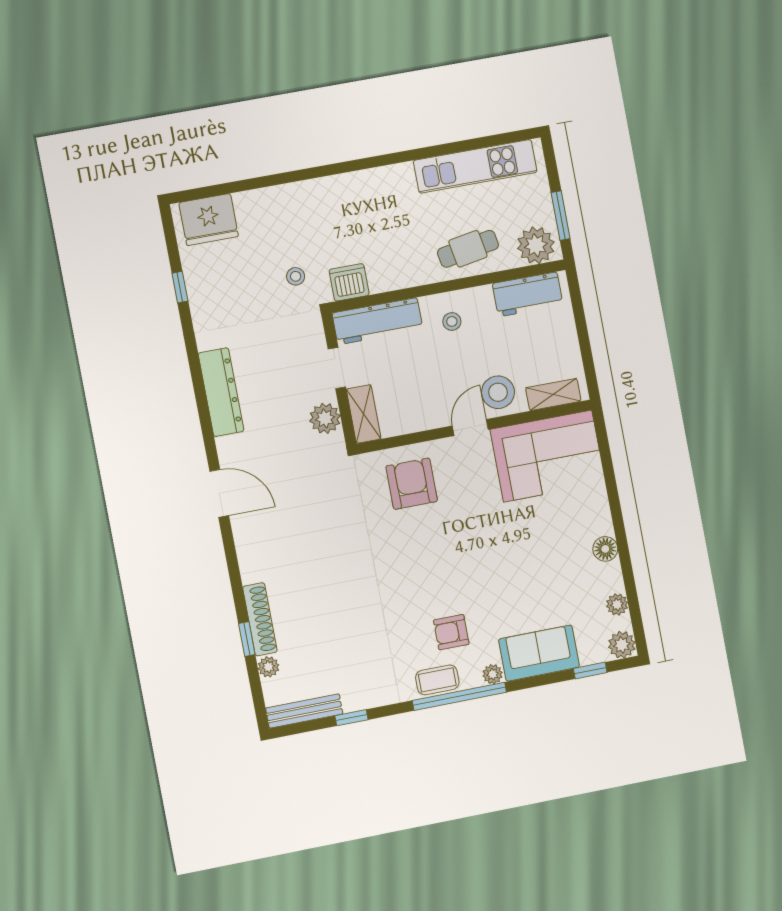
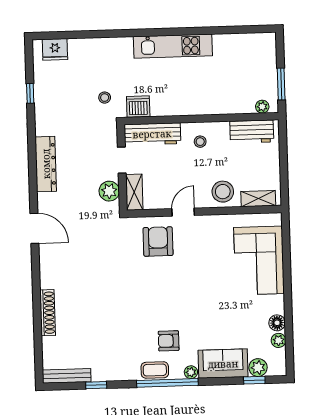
kitchen unit: (475, 166) -> (173, 46), moved
fridge: (209, 220) -> (55, 49), width x0.73, depth x0.75
plant: (536, 245) -> (262, 107), width x0.53, depth x0.53
cafe table: (468, 249) -> (218, 97), removed
door: (470, 428) -> (183, 212), moved
corner sofa: (548, 456) -> (259, 260), moved, turned 90
floor lamp: (605, 549) -> (277, 323), moved
window: (247, 639) -> (37, 324), removed
plant: (622, 645) -> (258, 368), moved
plant: (268, 667) -> (48, 344), removed

